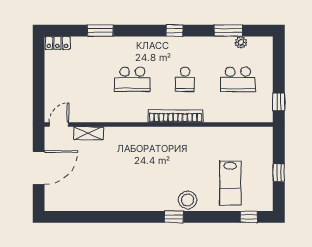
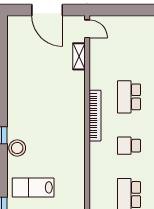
bookcase: (176, 116) -> (95, 116), moved

